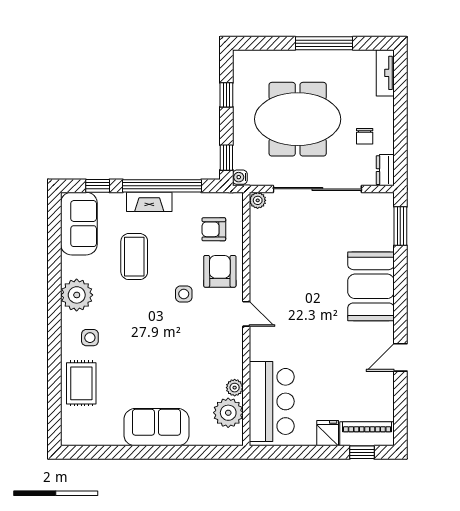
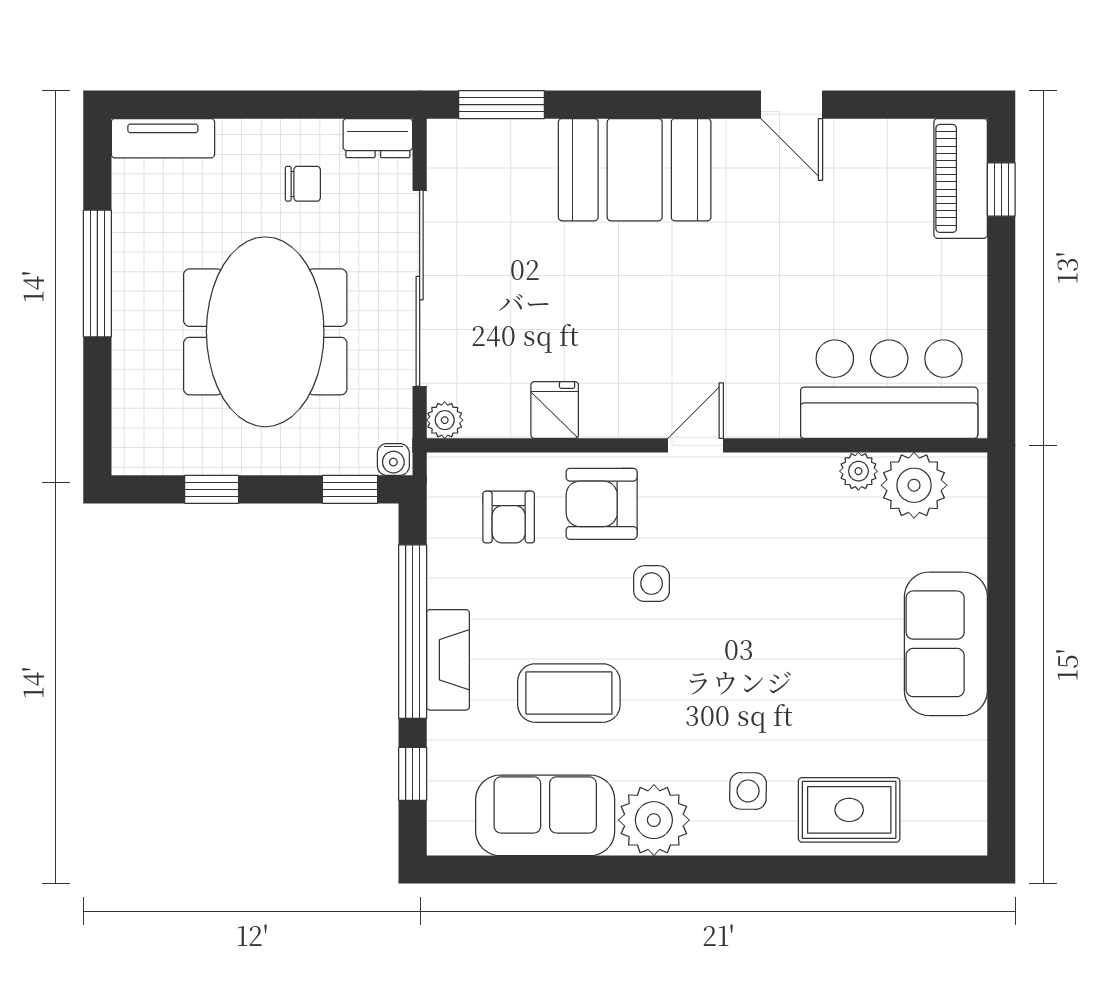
sofa: (79, 224) -> (545, 815), moved
fridge: (328, 433) -> (555, 410), moved, turned 90

